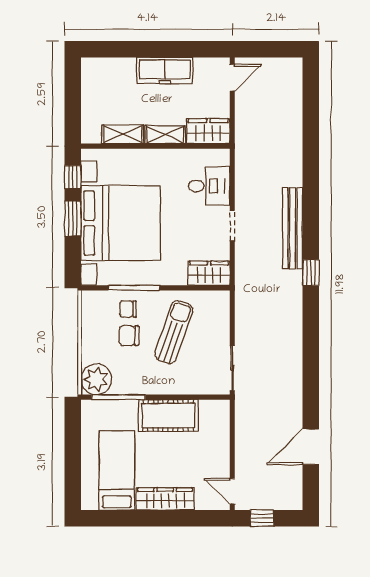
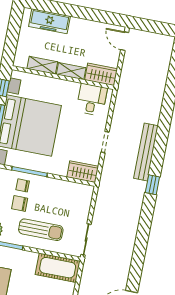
freezer: (165, 70) -> (49, 21), moved
door: (232, 78) -> (125, 41), swing flipped
desk: (209, 186) -> (92, 100), moved, turned -90
sun lounger: (174, 332) -> (41, 230), moved, turned 71
cot: (168, 416) -> (58, 268), moved

